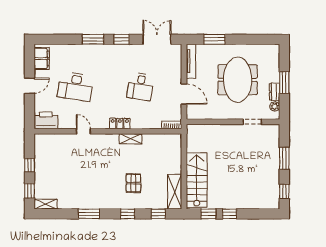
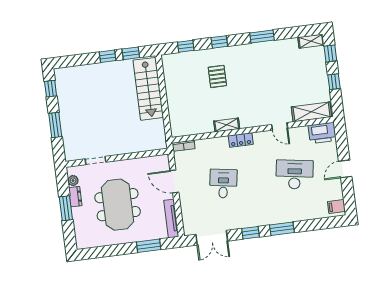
filing cabinet: (42, 59) -> (336, 207), width x0.50
shelving: (175, 192) -> (312, 112), moved, turned 90

